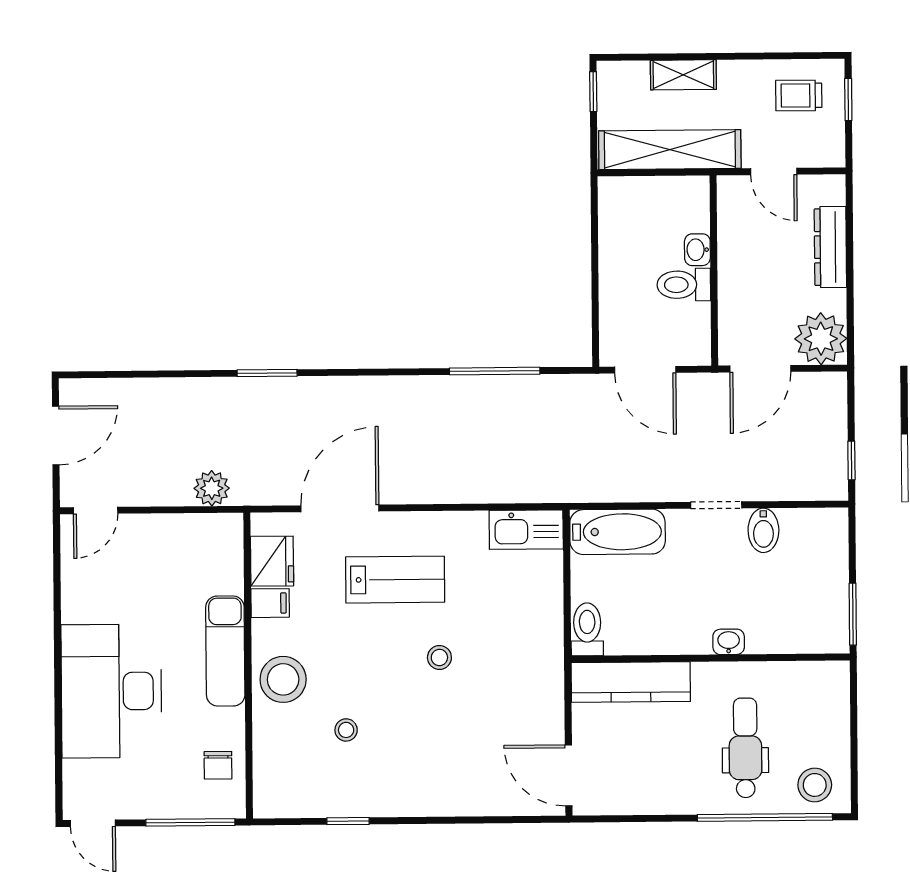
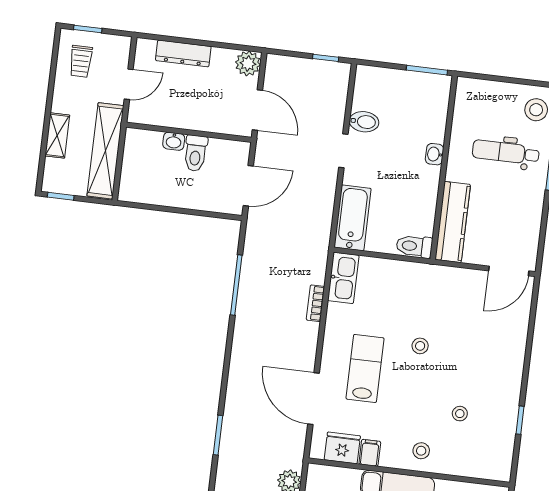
plant: (821, 339) -> (248, 63), width x0.73, depth x0.73
bookcase: (483, 493) -> (315, 303), added
stool: (283, 679) -> (421, 451), width x0.53, depth x0.53

